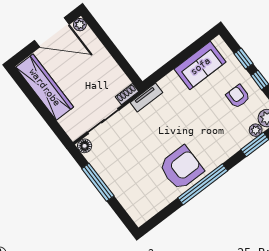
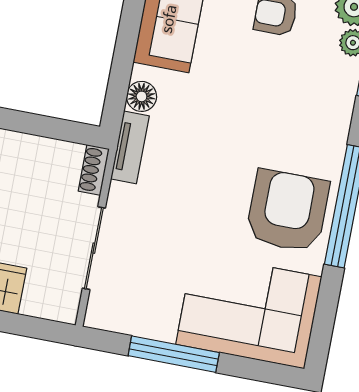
floor lamp: (85, 146) -> (142, 96), moved
corner sofa: (137, 190) -> (249, 311), added

